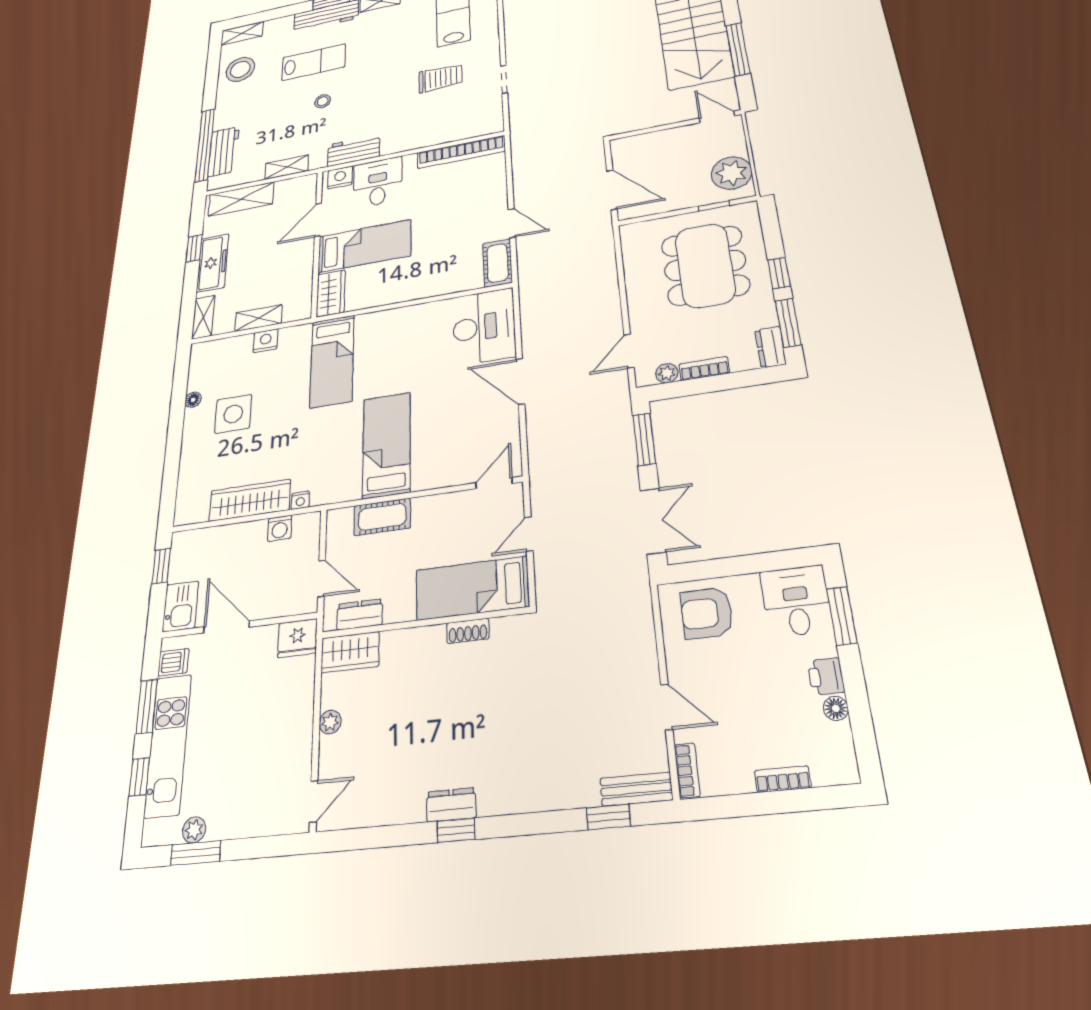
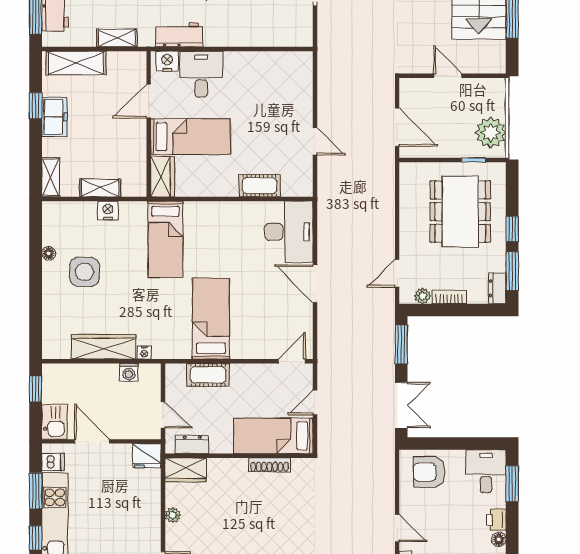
door: (717, 117) -> (448, 76), moved
bookcase: (461, 152) -> (275, 60), removed
freezer: (213, 263) -> (54, 117), width x0.71
cot: (497, 263) -> (260, 186), moved, turned 90
shoe rack: (468, 631) -> (270, 465), width x1.43

